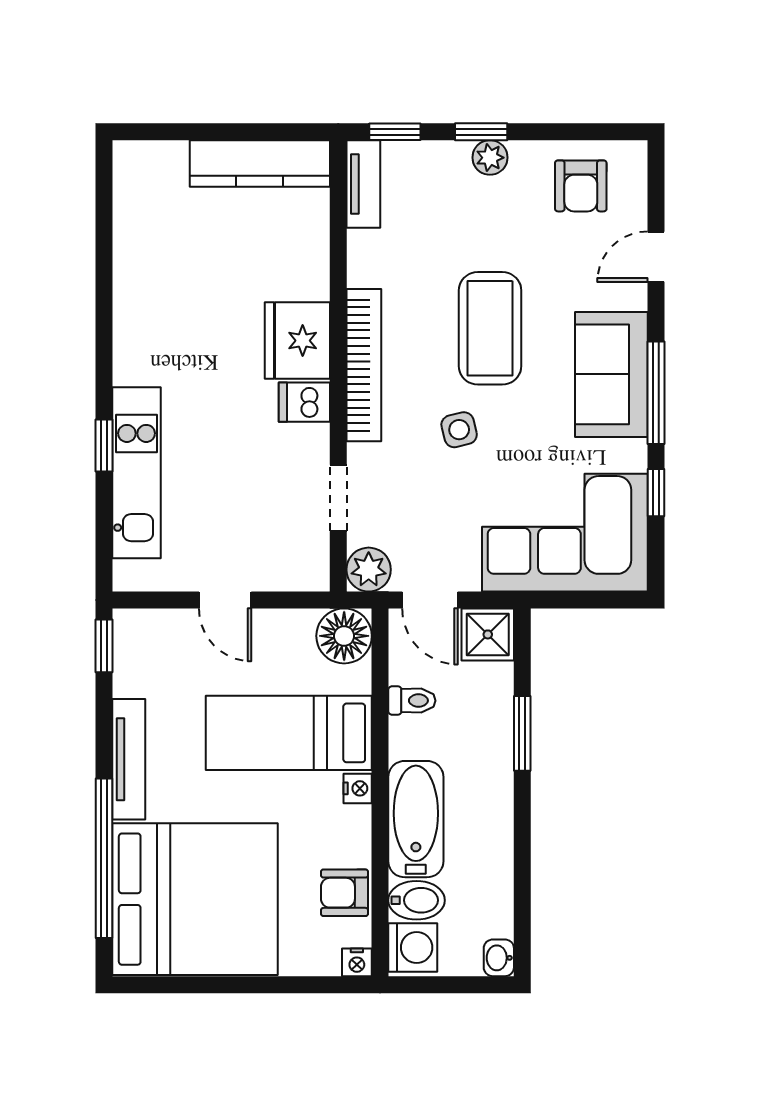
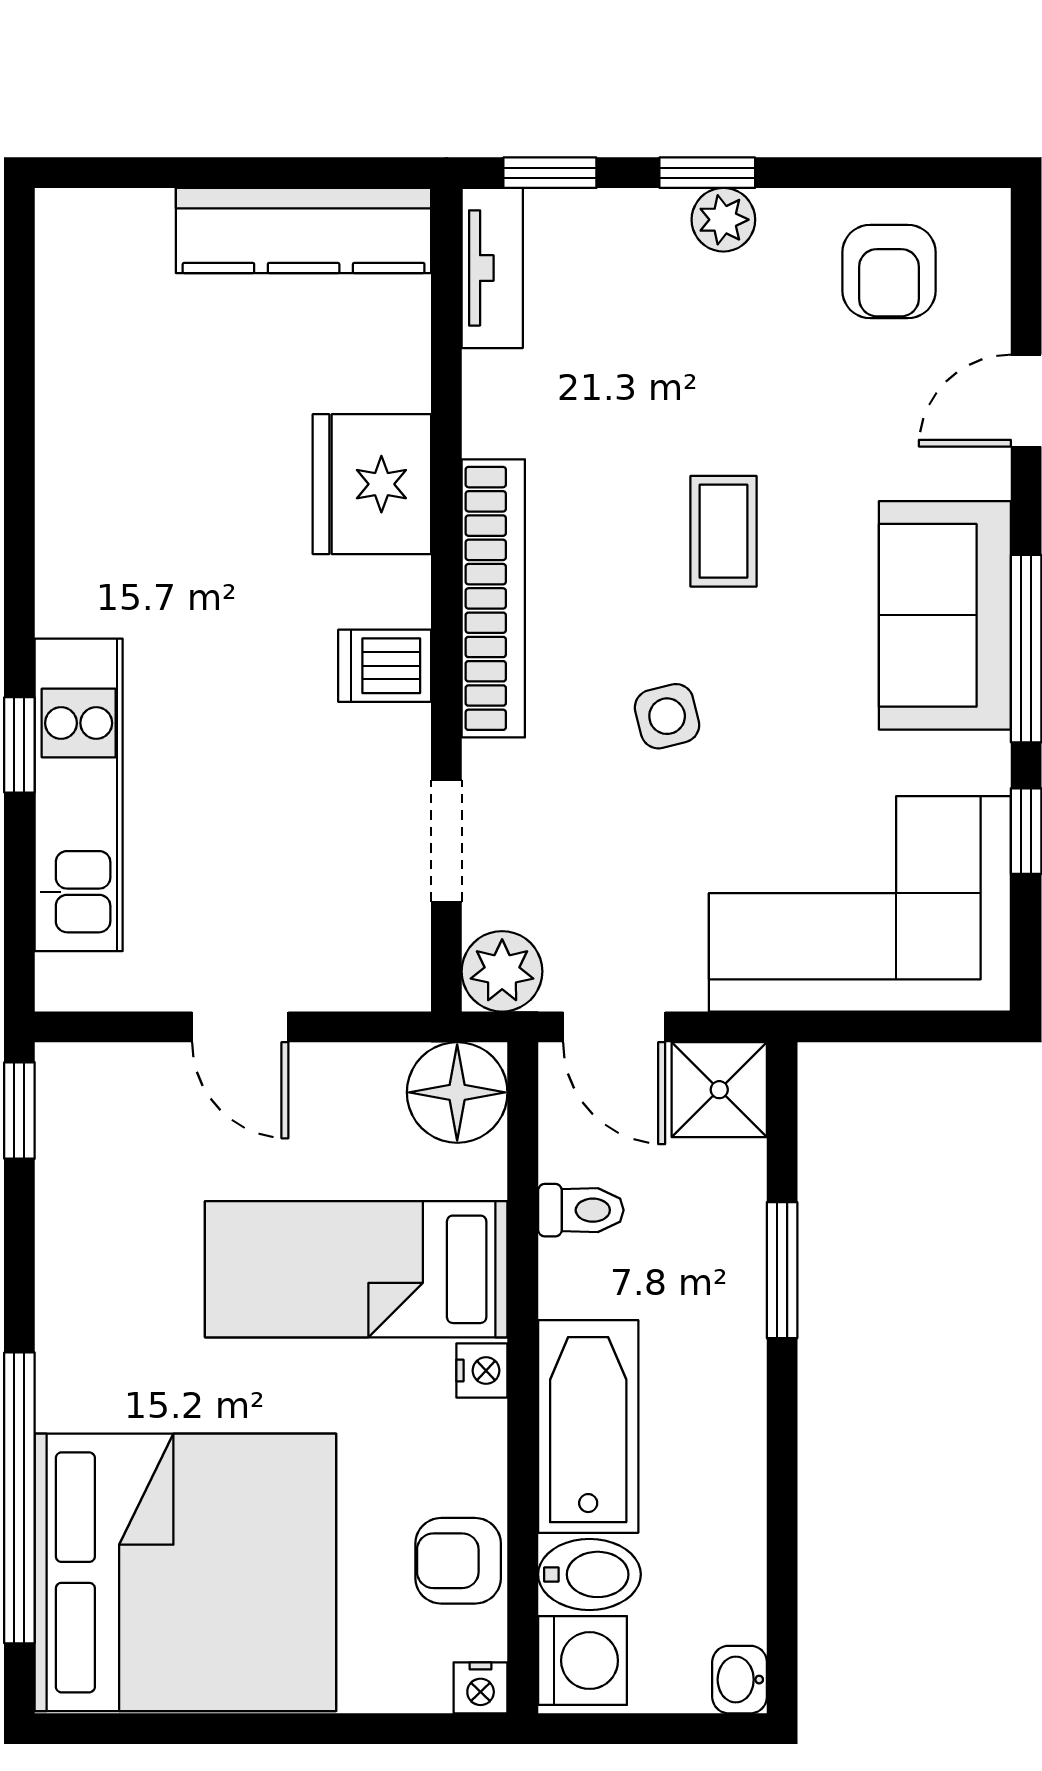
coffee table: (490, 328) -> (724, 531), width x0.54, depth x0.58
fridge: (297, 341) -> (372, 484), moved
tv unit: (129, 759) -> (64, 1317), removed

